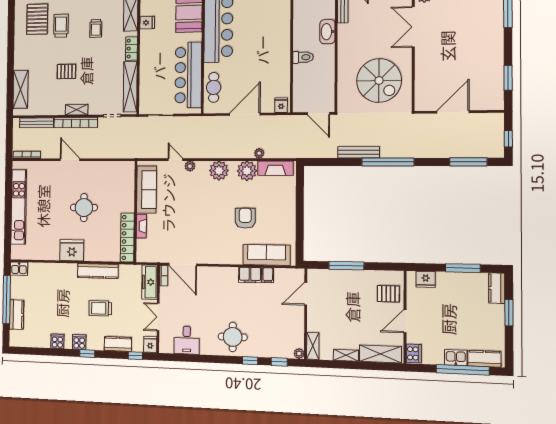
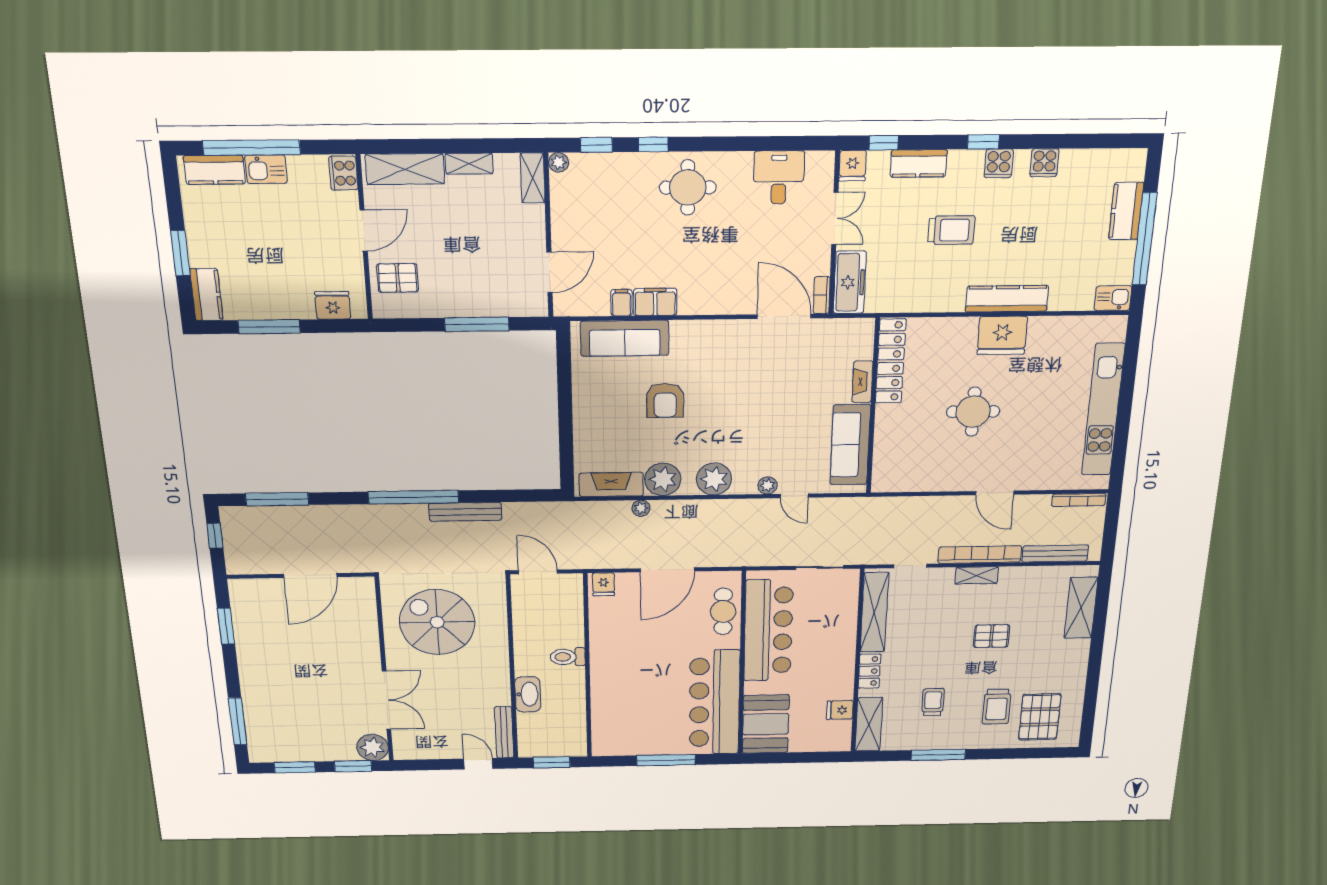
kitchen counter: (98, 271) -> (1007, 299), moved

